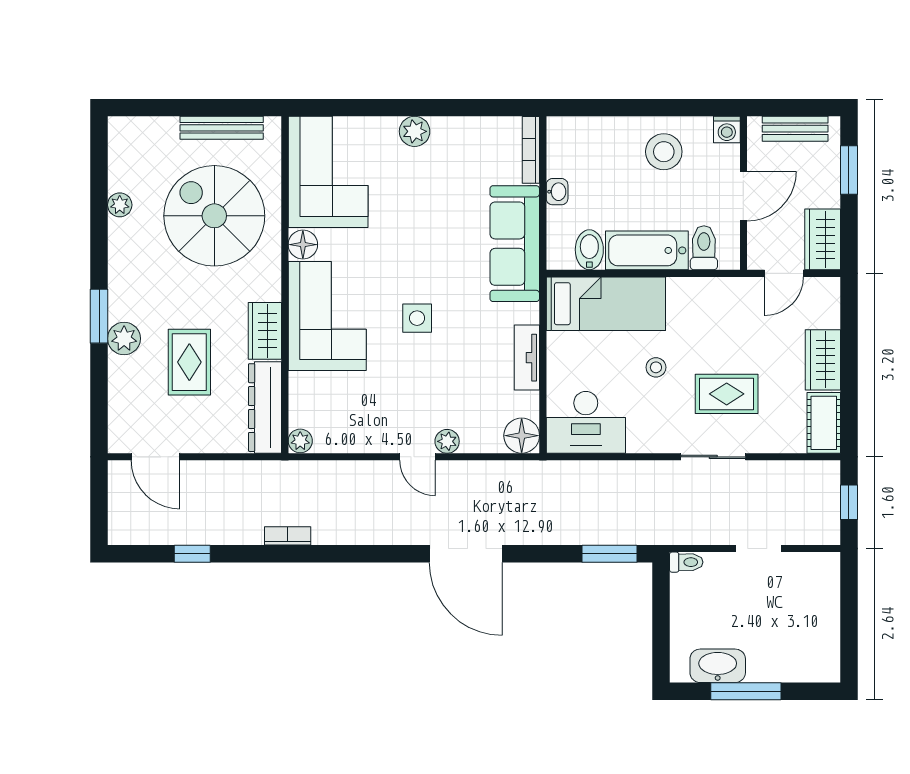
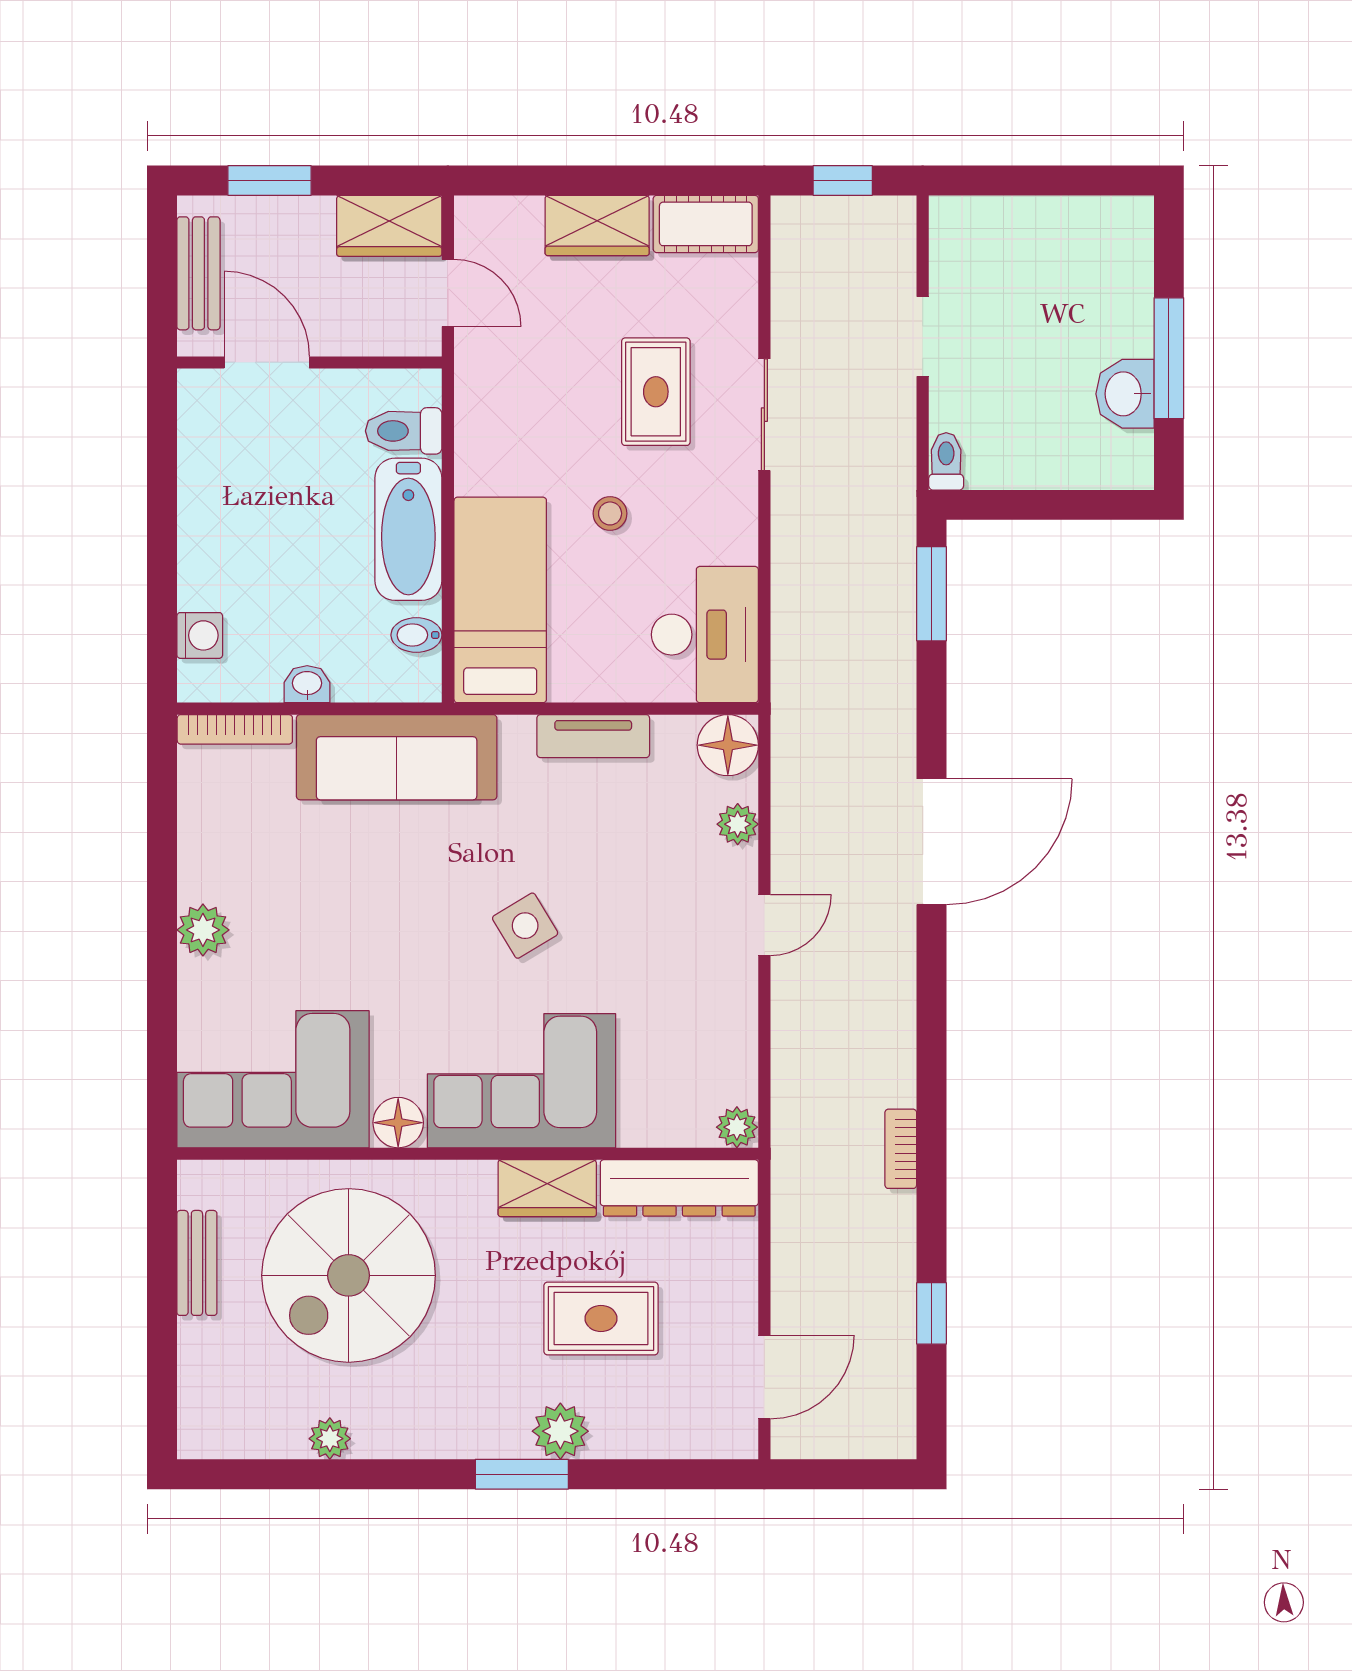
bench: (222, 128) -> (197, 1263), width x0.73
washing machine: (727, 130) -> (200, 635), moved
stool: (664, 152) -> (238, 500), removed
door: (743, 196) -> (267, 362), moved
bidet: (589, 250) -> (416, 635), width x0.72, depth x0.74
side table: (417, 318) -> (525, 926), turned -31
plant: (447, 441) -> (738, 824), moved
washbasin: (718, 666) -> (1125, 394), width x0.72

